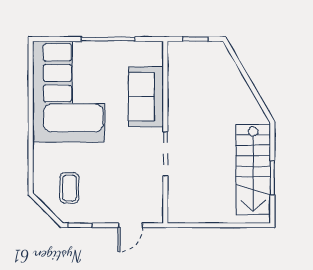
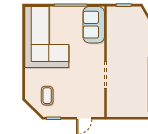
sofa: (146, 97) -> (94, 25), moved

